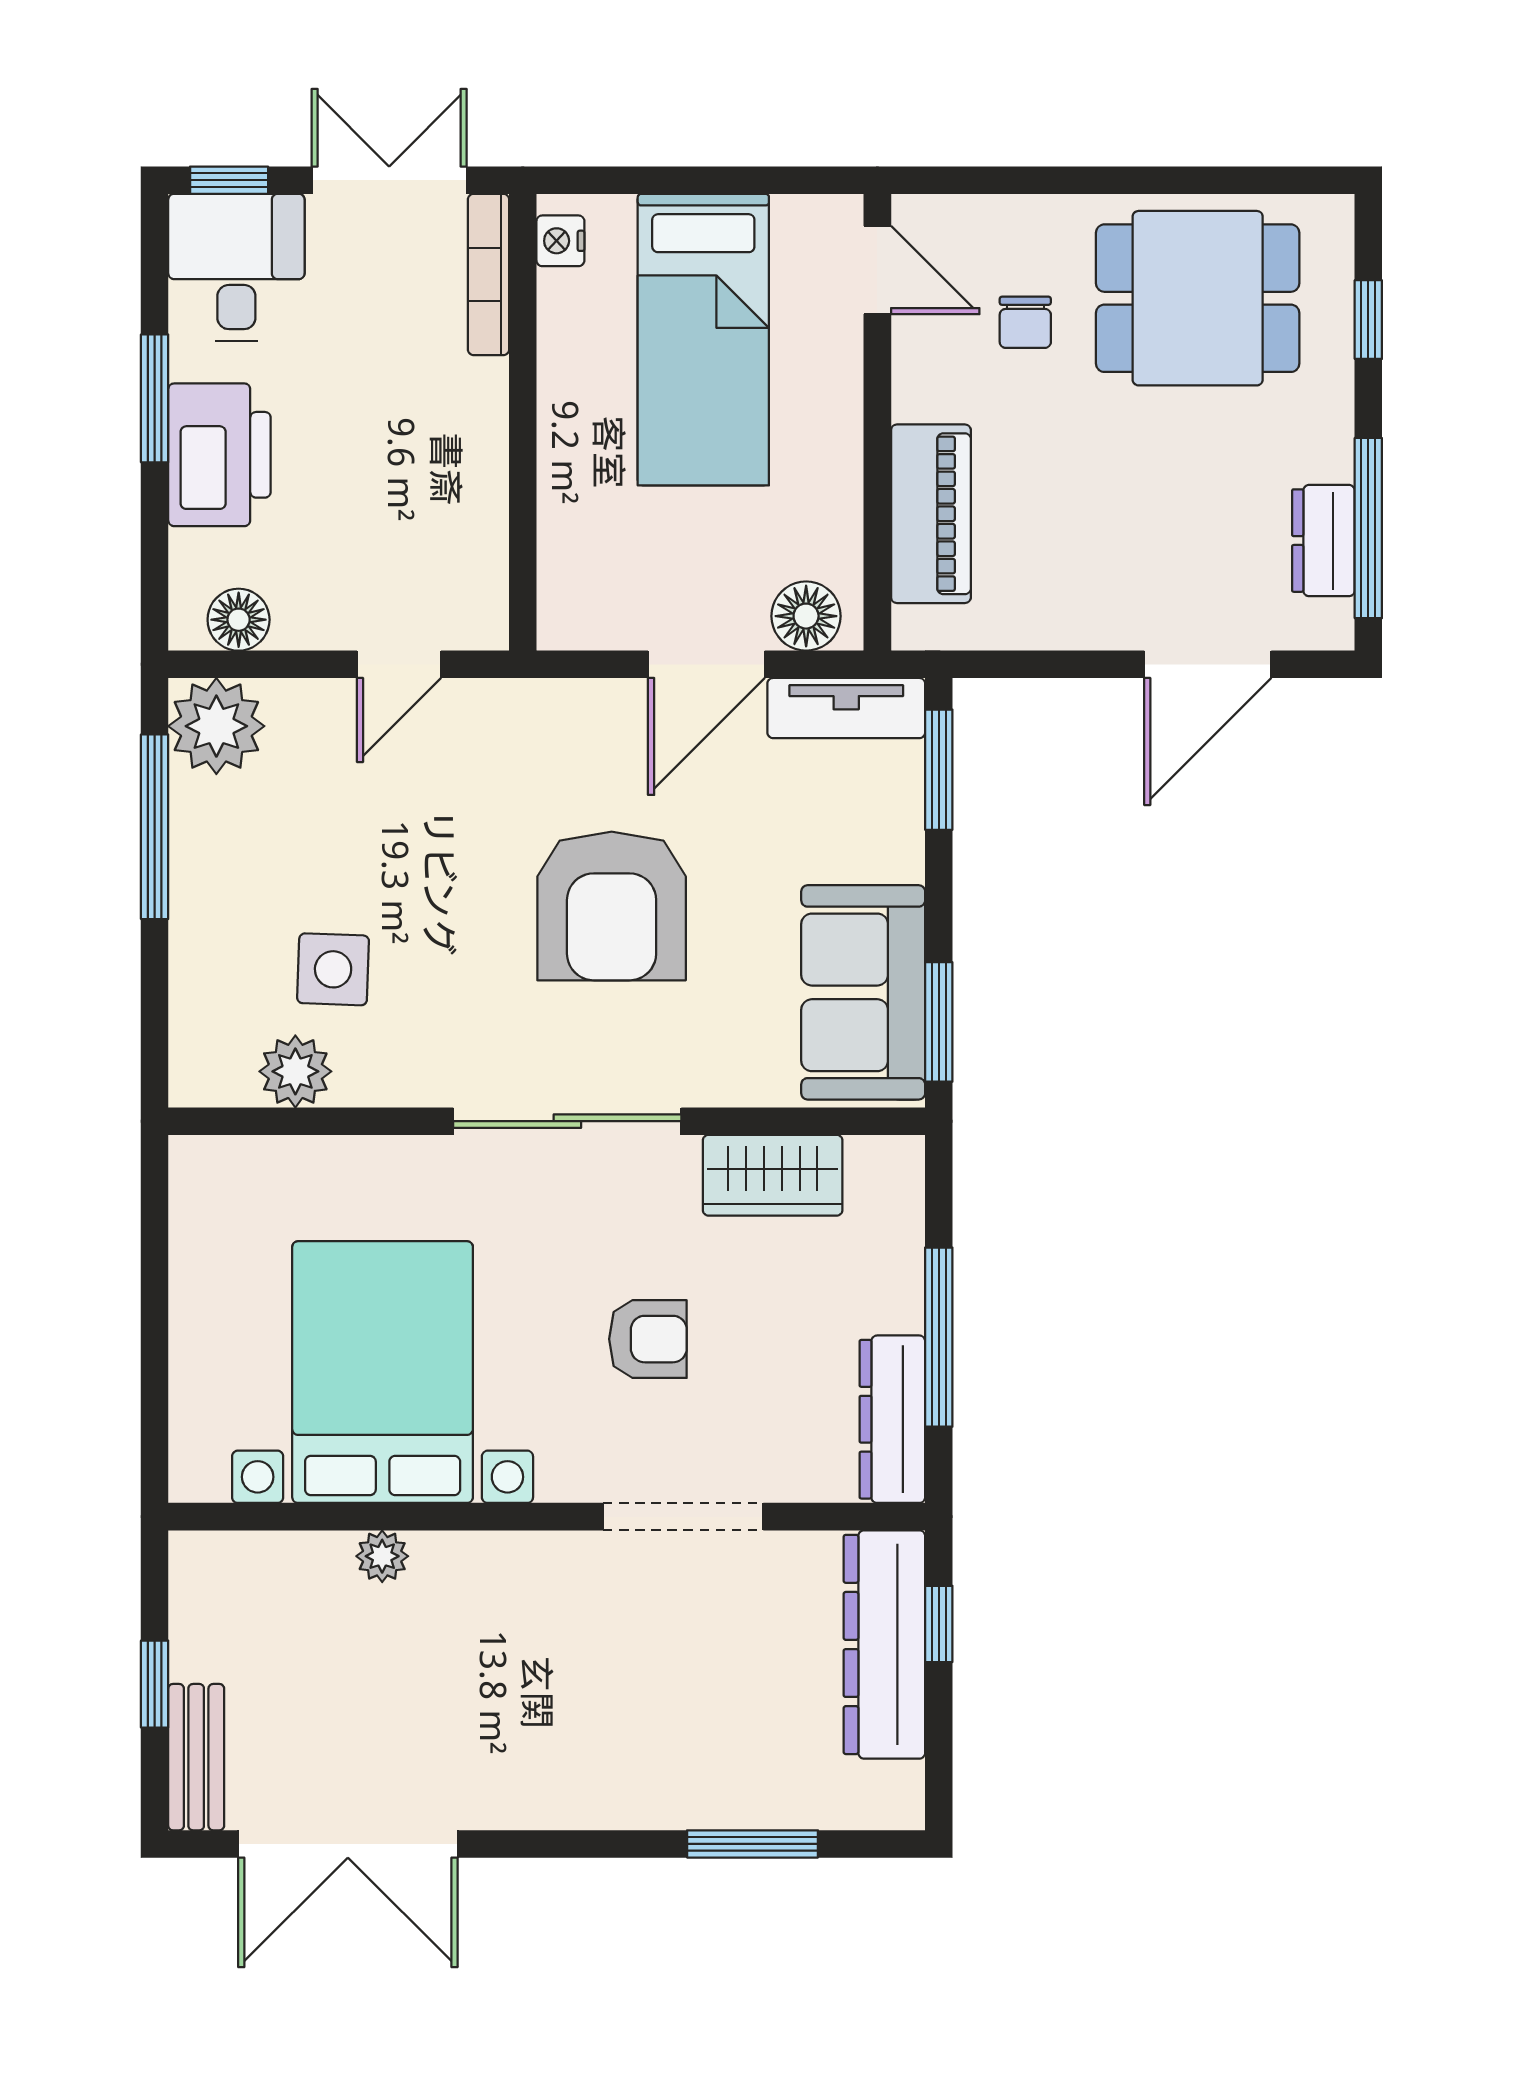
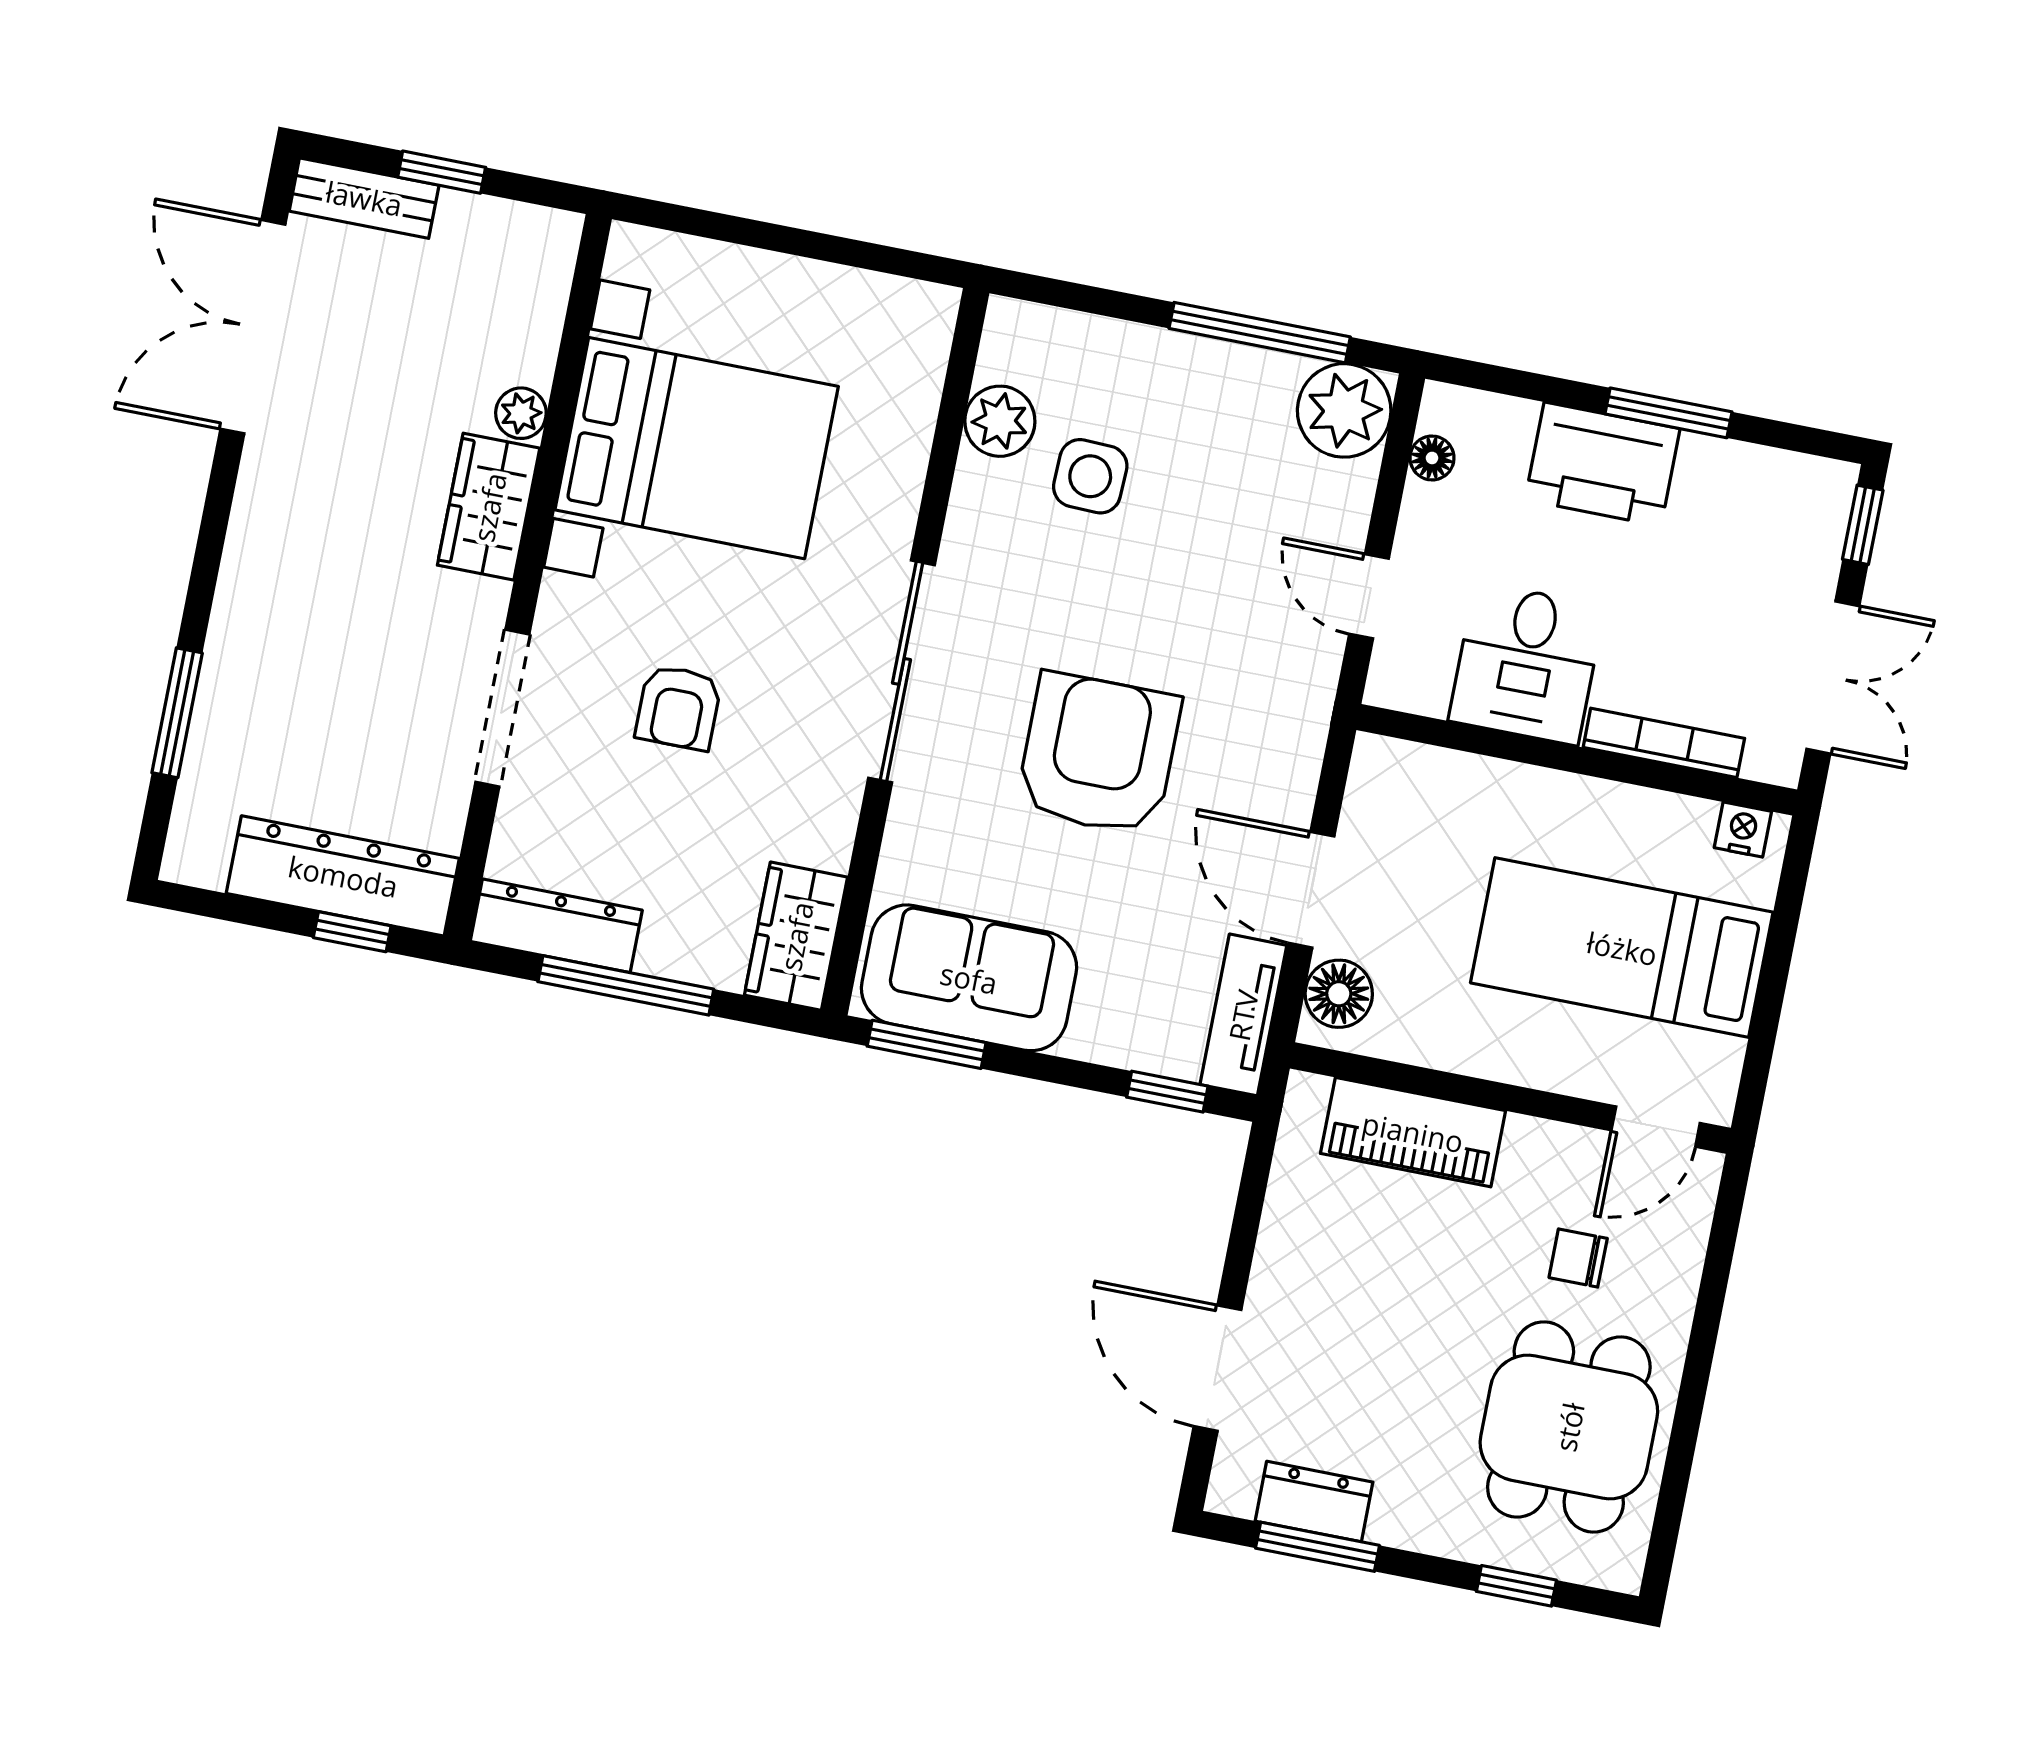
desk: (236, 267) -> (1527, 664), moved, turned 90
bookcase: (489, 274) -> (1664, 743), moved
window: (1368, 528) -> (1317, 1547), width x0.69
floor lamp: (239, 620) -> (1432, 458), width x0.73, depth x0.73
window: (939, 770) -> (1167, 1092), width x0.67
armchair: (612, 906) -> (1098, 754), turned 90
wardrobe: (773, 1175) -> (796, 936), moved
wardrobe: (483, 1570) -> (489, 507), added

